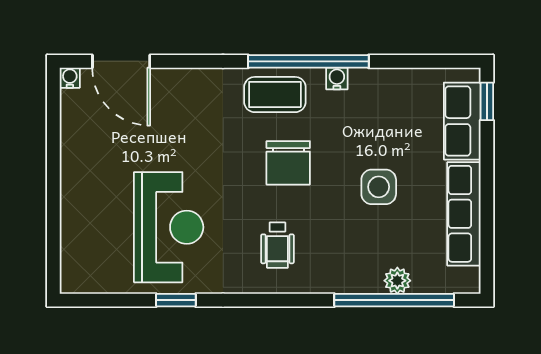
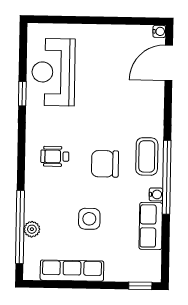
row of seats: (462, 121) -> (151, 226), moved, turned -90
reception desk: (169, 227) -> (53, 72), moved, turned 90

